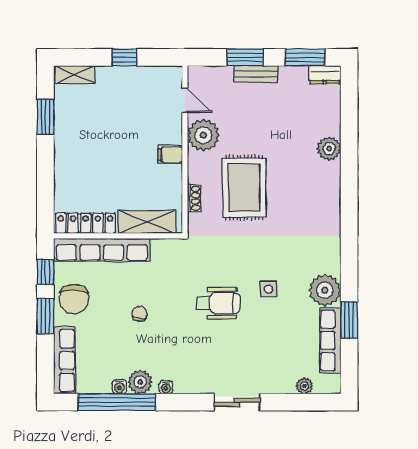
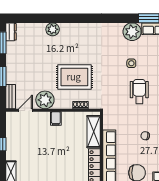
bench: (256, 74) -> (11, 97), moved

